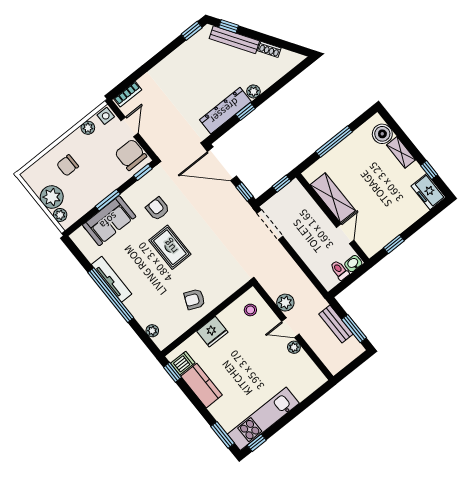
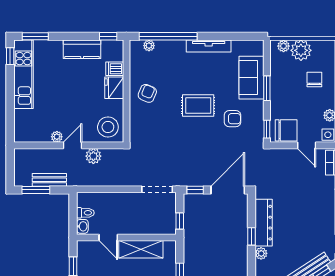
window: (111, 295) -> (168, 36), moved
stool: (250, 310) -> (108, 127), width x1.89, depth x1.89
dishwasher: (183, 363) -> (115, 69), moved, turned 90

